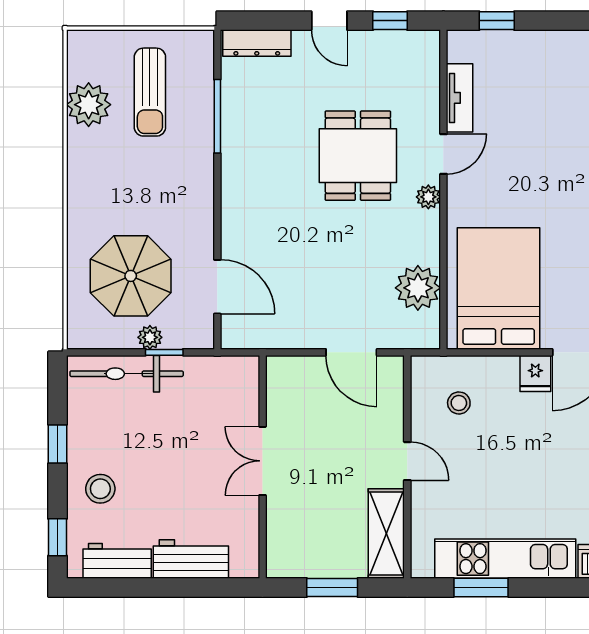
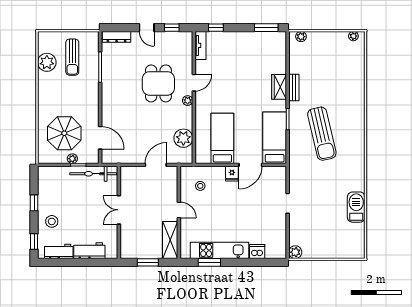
tv unit: (460, 98) -> (201, 45), moved
bed: (499, 288) -> (222, 138), width x0.67
door: (351, 352) -> (156, 165), swing flipped
bicycle: (127, 374) -> (93, 174), moved

